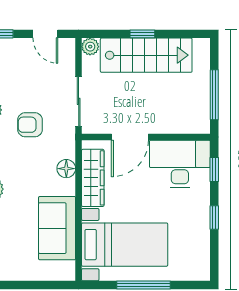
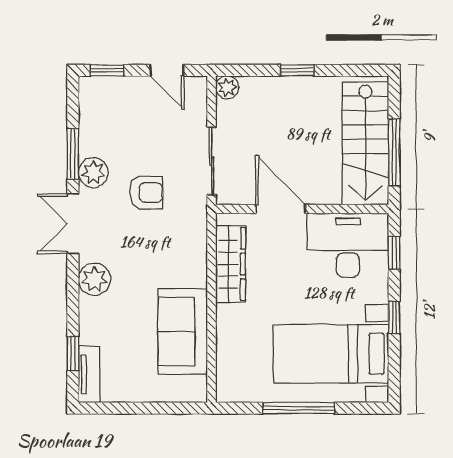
stairs: (146, 55) -> (365, 143), moved, turned 90
armchair: (30, 125) -> (146, 193), turned 180
door: (130, 137) -> (281, 209), swing flipped
floor lamp: (66, 169) -> (195, 251), removed
bed with nightstands: (125, 245) -> (331, 354), moved, turned 180

